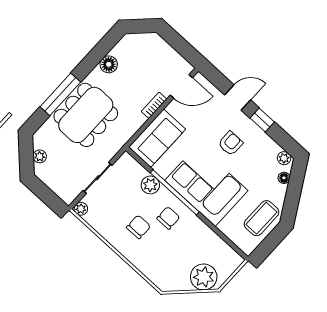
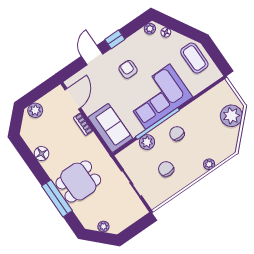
plant: (158, 45) -> (35, 110), added
dining table: (86, 115) -> (78, 182), width x0.73
plant: (81, 209) -> (209, 164), moved
chair: (138, 227) -> (166, 169), moved

